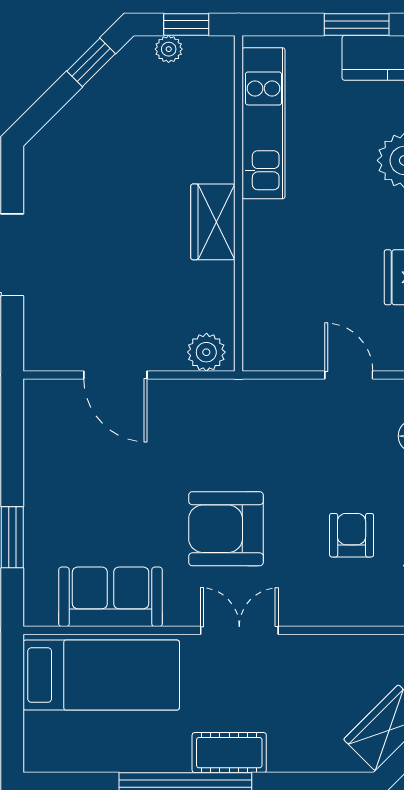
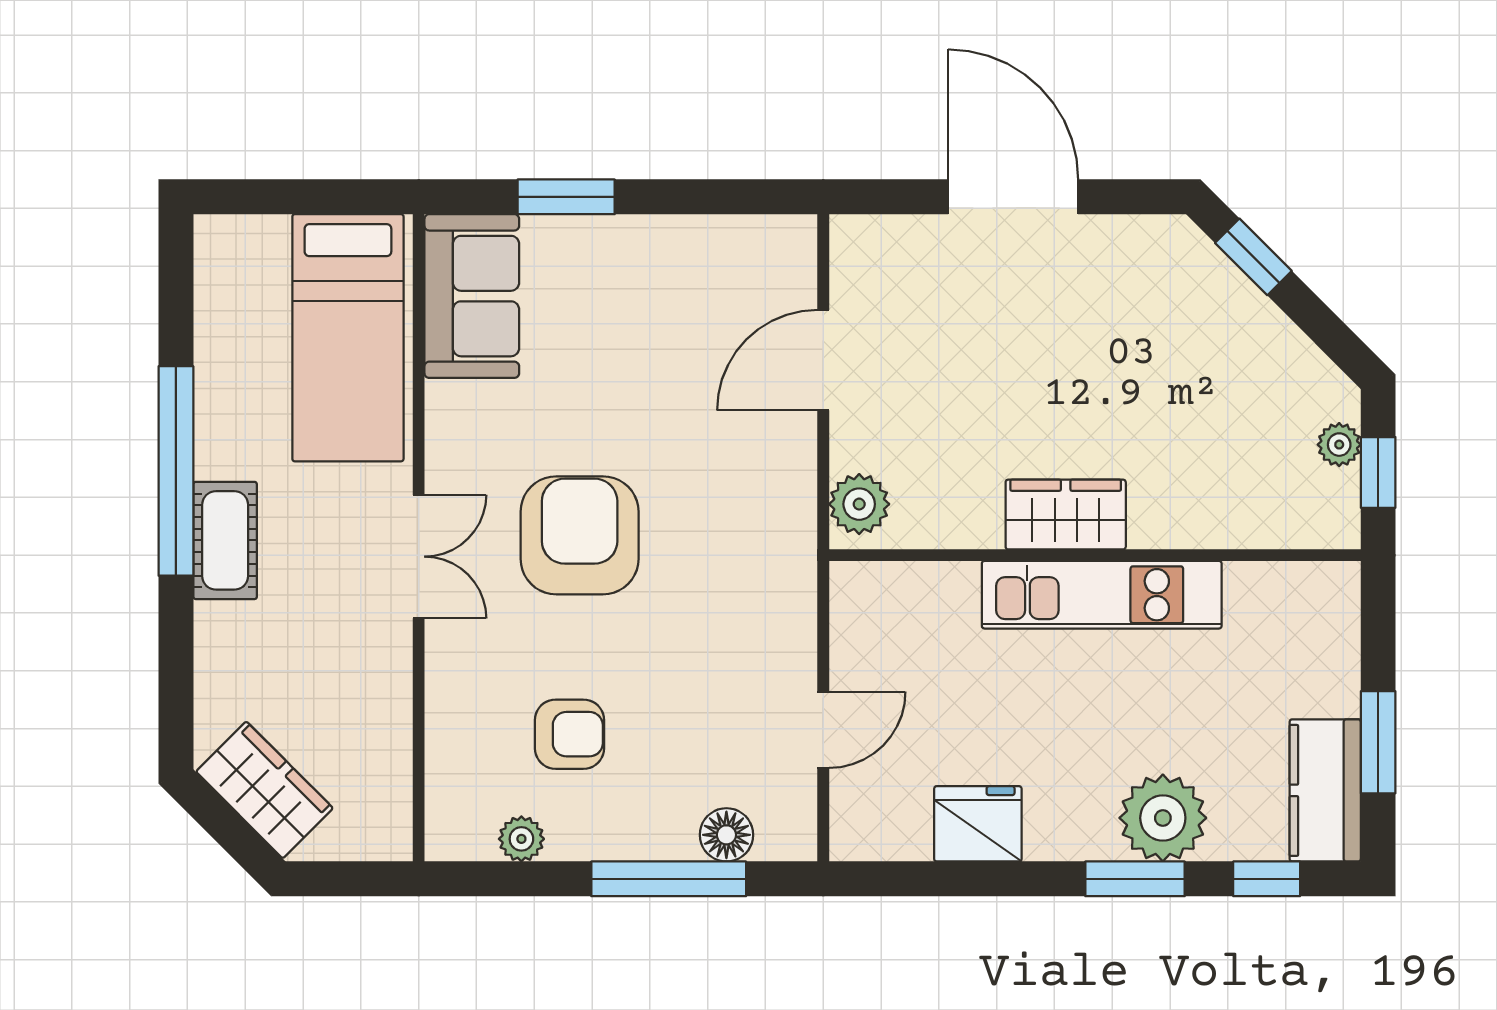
window: (91, 62) -> (1253, 257), moved
kitchen unit: (264, 123) -> (1102, 595), moved
sofa: (111, 597) -> (472, 296), moved

